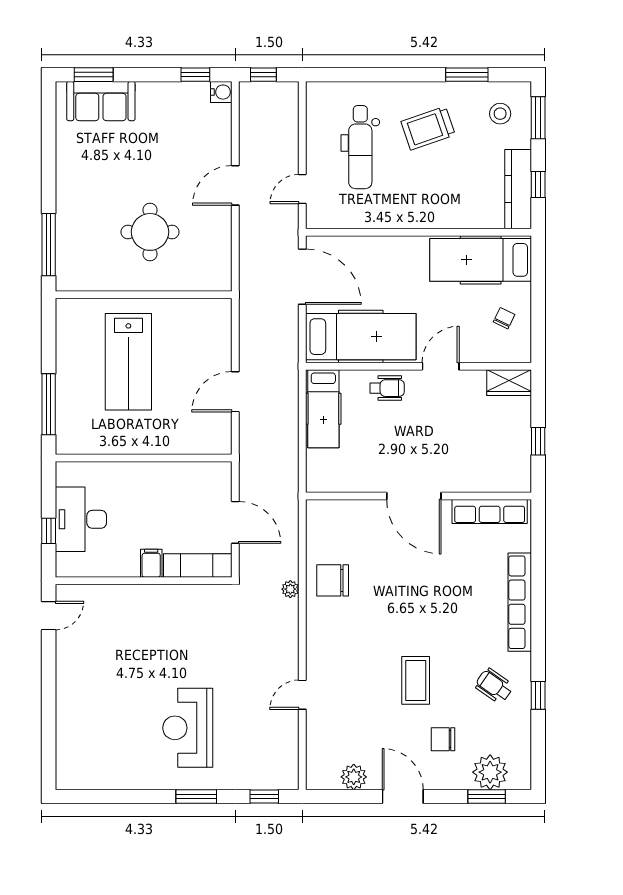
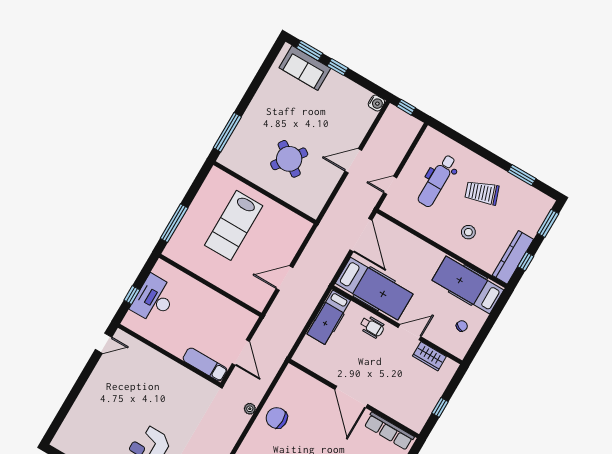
window: (195, 75) -> (338, 67), moved
stool: (500, 114) -> (468, 232), moved
round table: (150, 232) -> (289, 159), turned 36
wardrobe: (509, 383) -> (429, 356), moved
filing cabinet: (151, 563) -> (179, 348), removed

